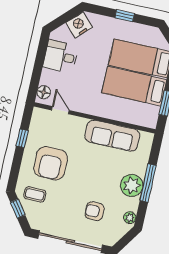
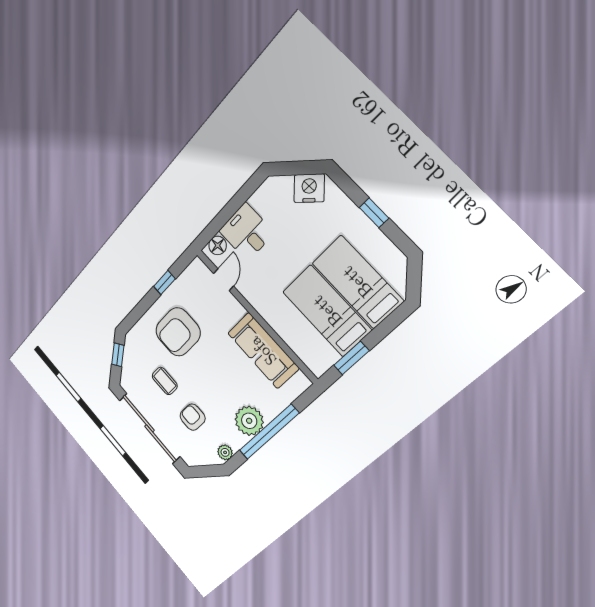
desk: (61, 57) -> (246, 232), moved
window: (148, 183) -> (269, 432), width x1.46
coffee table: (35, 194) -> (165, 381), moved

